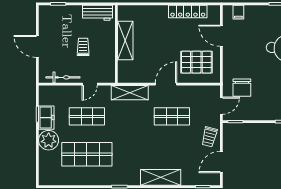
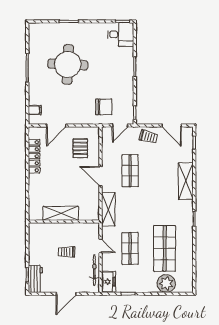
workbench: (98, 13) -> (35, 279), moved
pallet: (196, 62) -> (80, 148), width x0.67, depth x0.71
door: (221, 106) -> (120, 126), swing flipped
freezer: (46, 118) -> (109, 282), moved, turned 90
plant: (49, 140) -> (166, 283), moved

